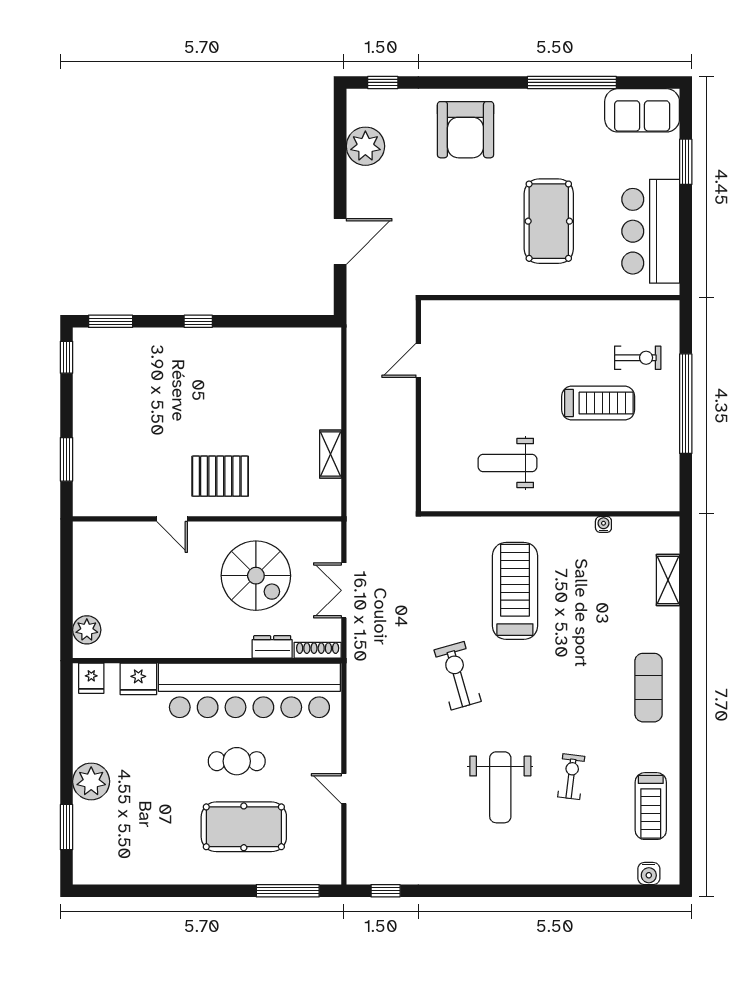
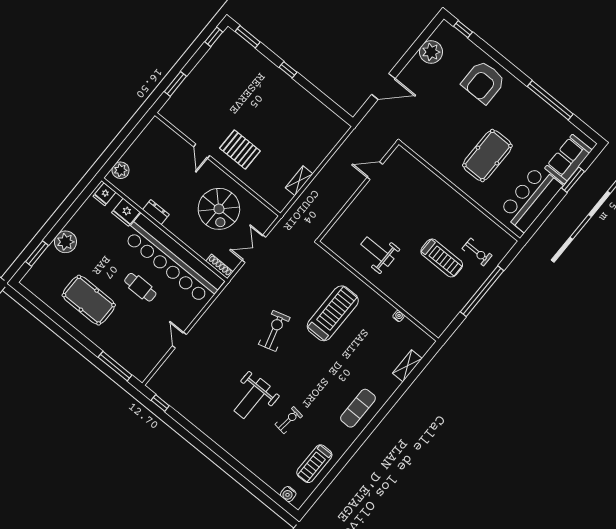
sofa: (642, 110) -> (568, 159), moved, turned 90
dresser: (272, 647) -> (156, 212), moved
pool table: (244, 827) -> (89, 300), moved

